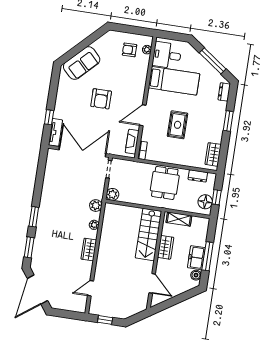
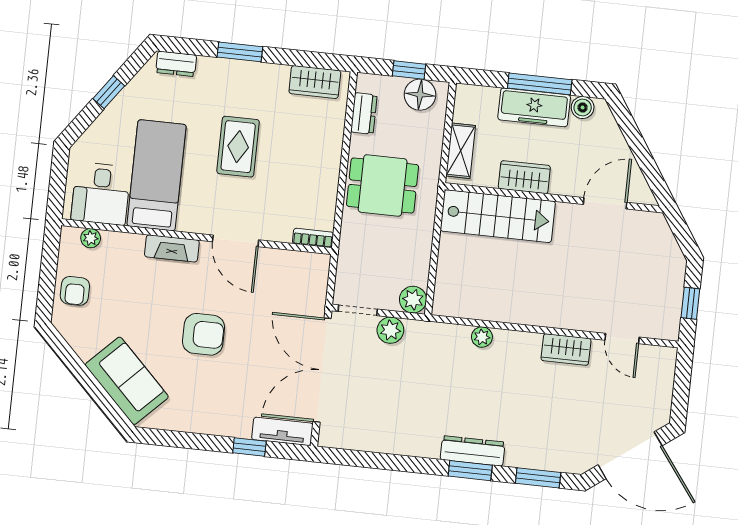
armchair: (129, 50) -> (75, 291), moved
window: (213, 61) -> (109, 92), width x0.46
rug: (178, 125) -> (238, 147), moved, turned 90
fireplace: (132, 142) -> (172, 248), moved
plant: (96, 206) -> (390, 330), moved
dresser: (43, 218) -> (473, 451), added
wardrobe: (89, 250) -> (566, 349), moved
freezer: (196, 258) -> (534, 107), width x1.40

